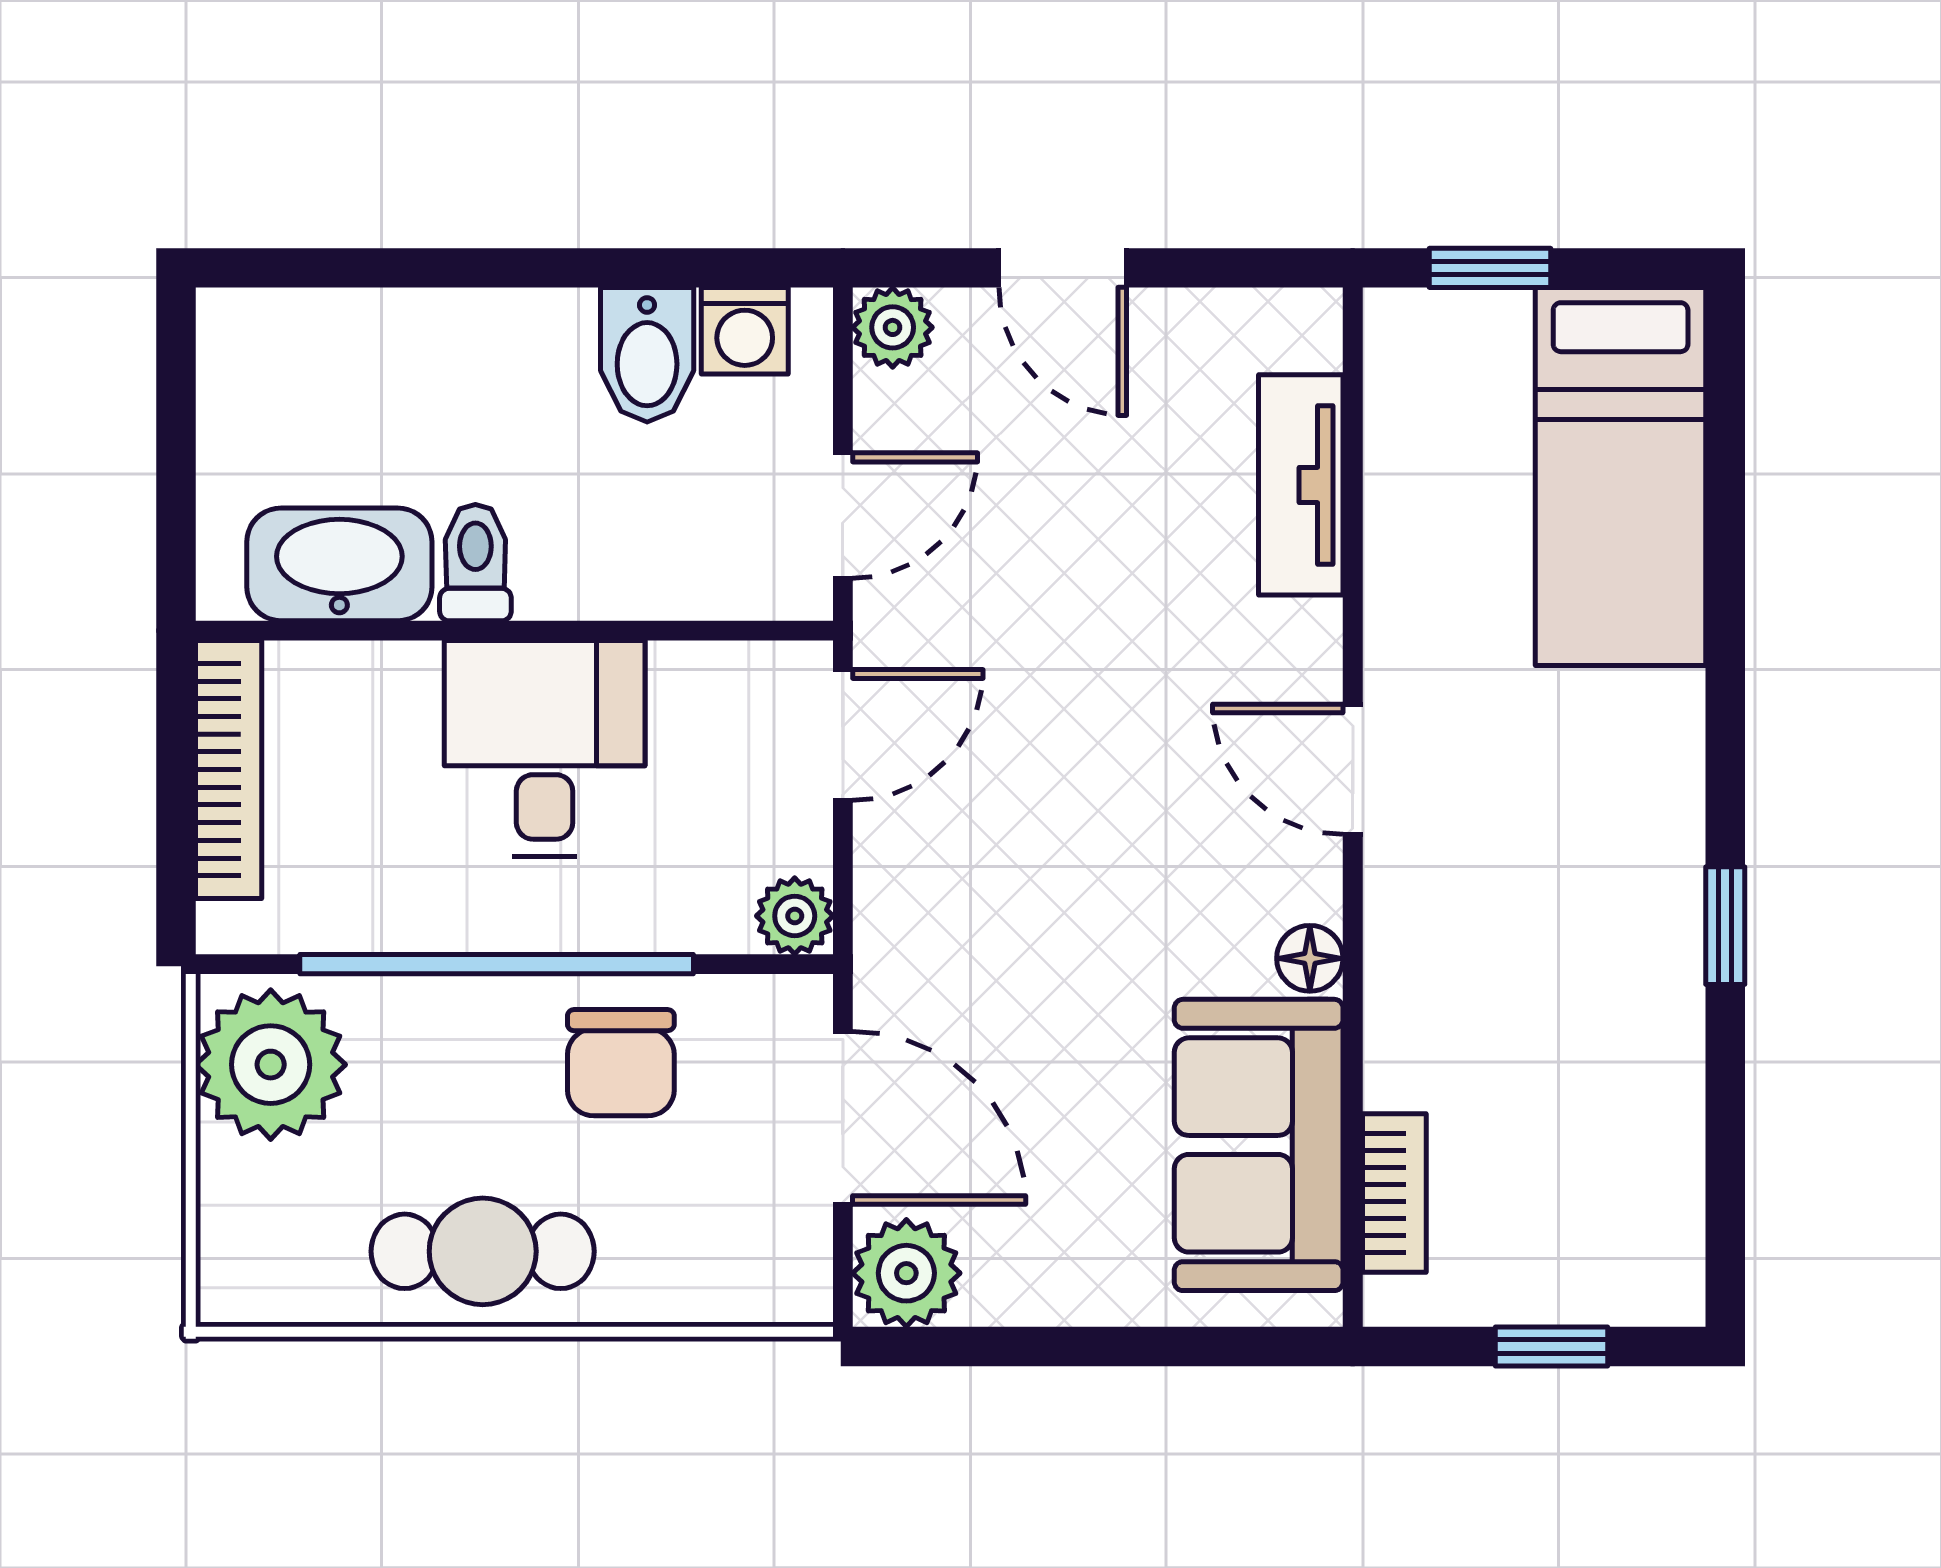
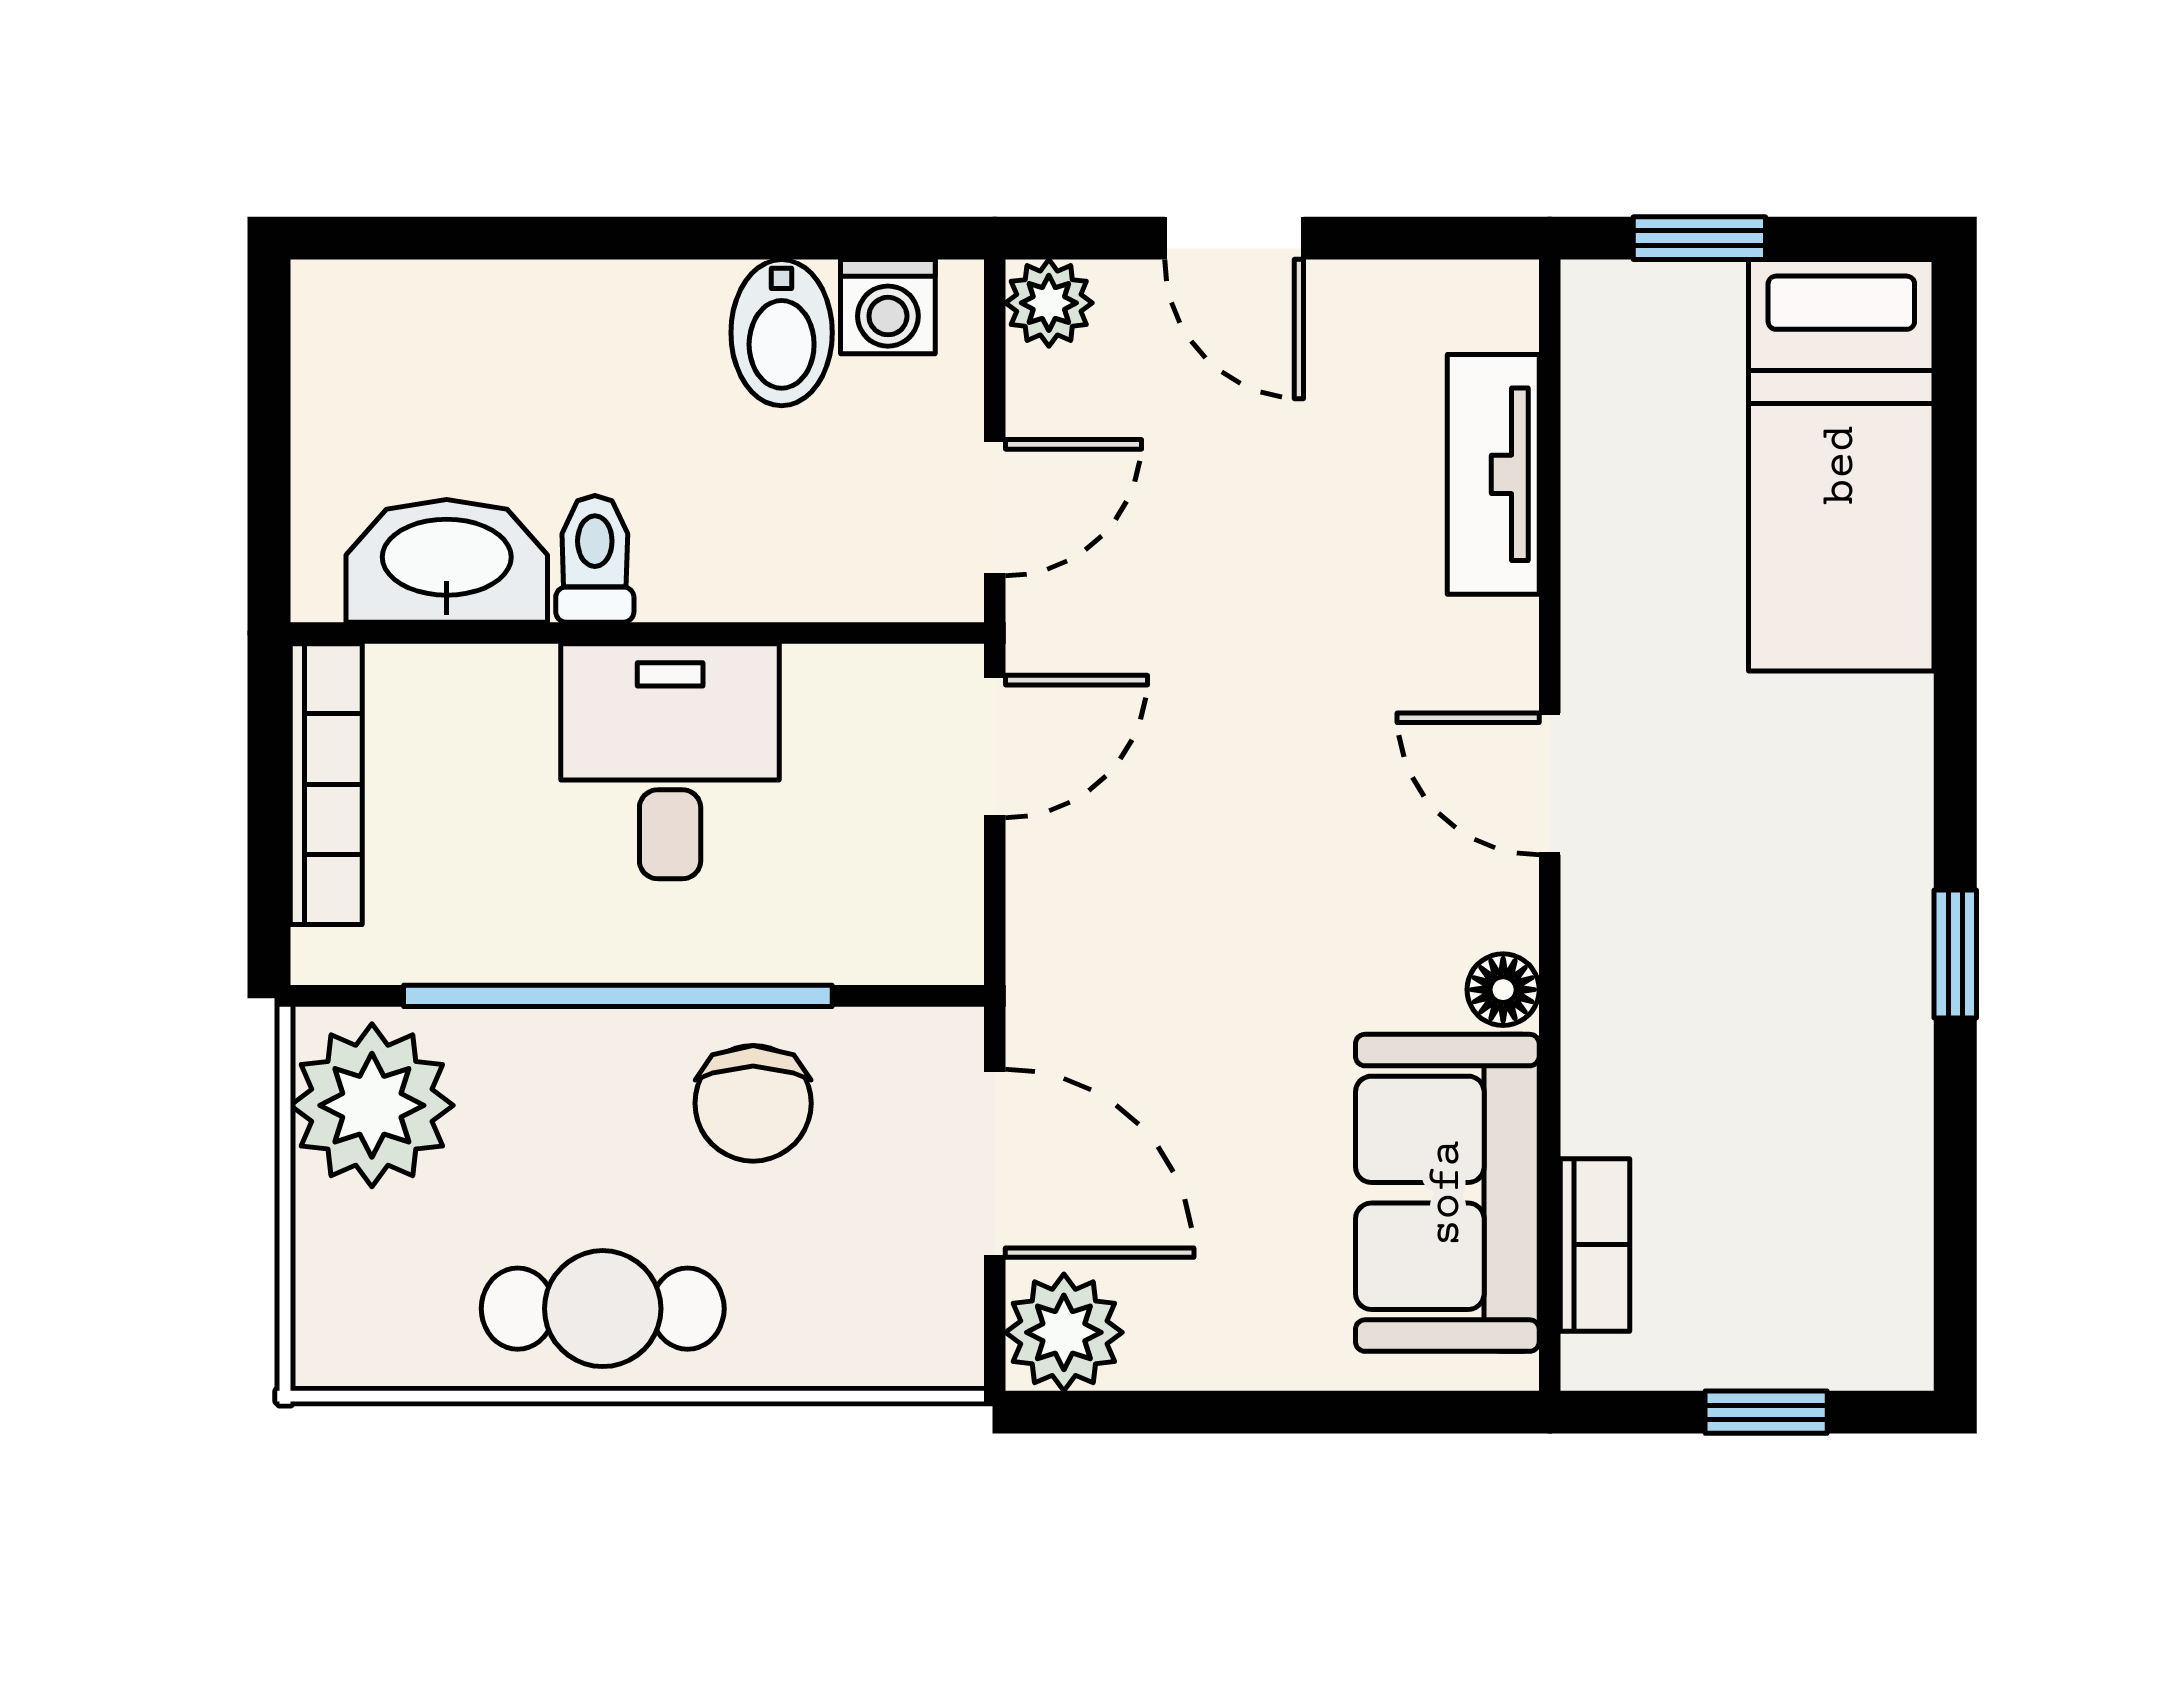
plant: (795, 916) -> (942, 944), removed

